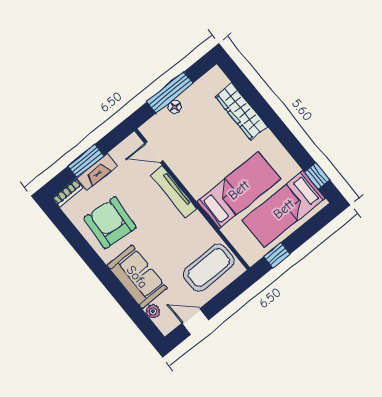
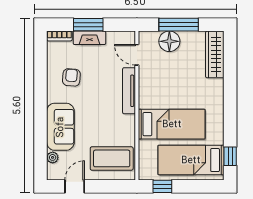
floor lamp: (175, 107) -> (169, 41), width x1.89, depth x1.89
wardrobe: (241, 111) -> (215, 54), moved
armchair: (110, 223) -> (71, 77), width x0.53, depth x0.53
door: (195, 321) -> (75, 186), hinge flipped

